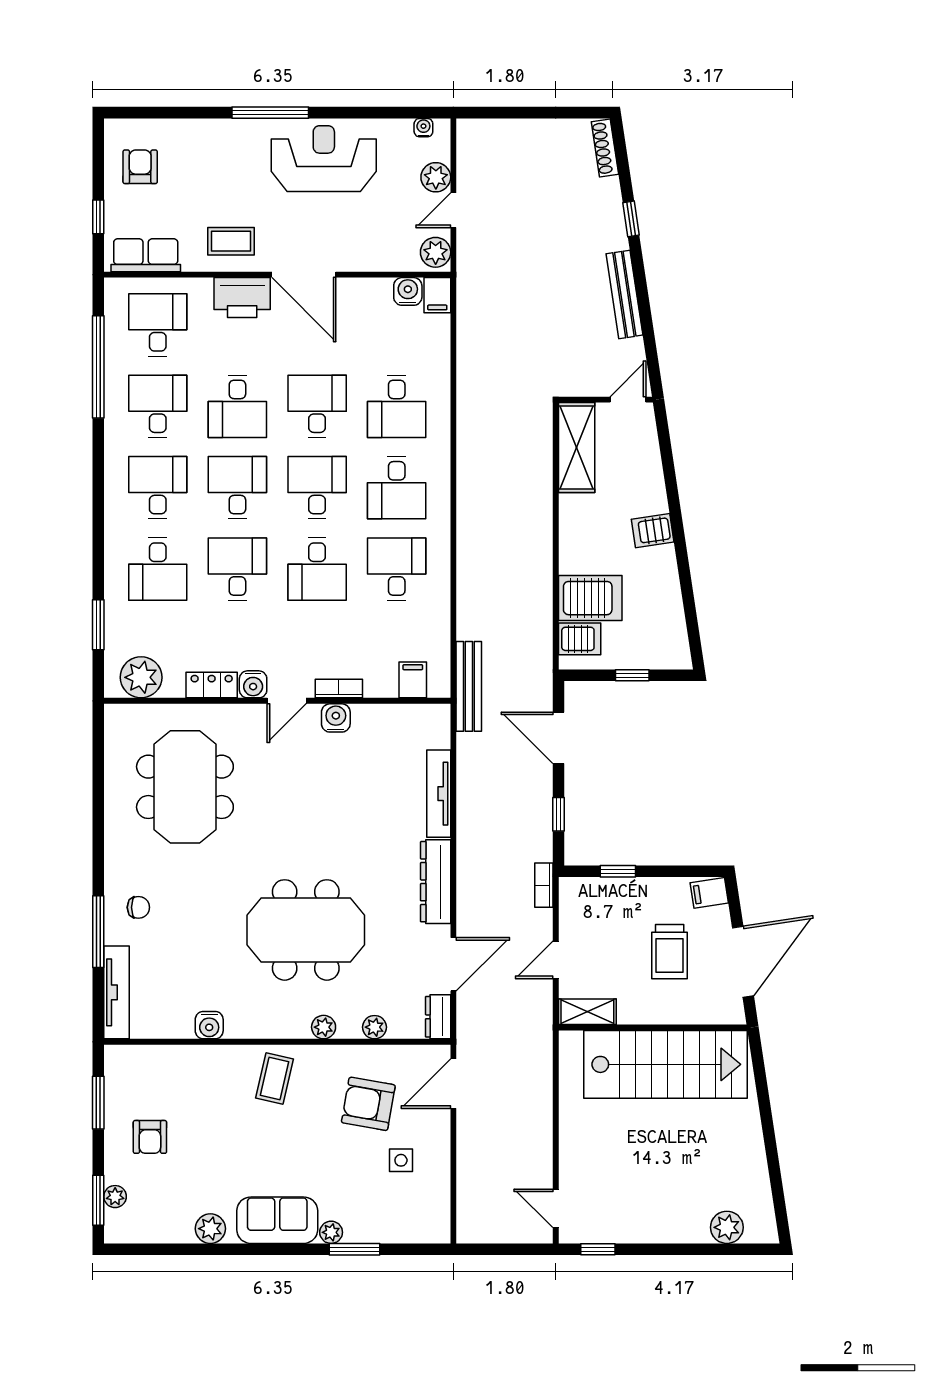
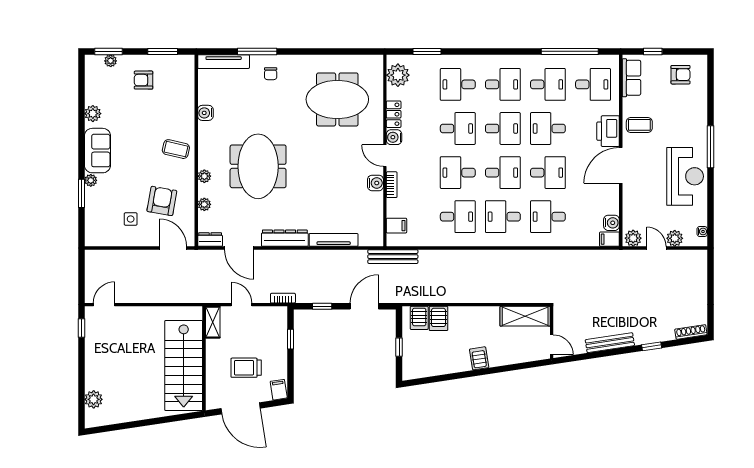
coffee table: (231, 241) -> (639, 125), turned 90
server rack: (590, 598) -> (438, 318), width x0.73, depth x0.70

